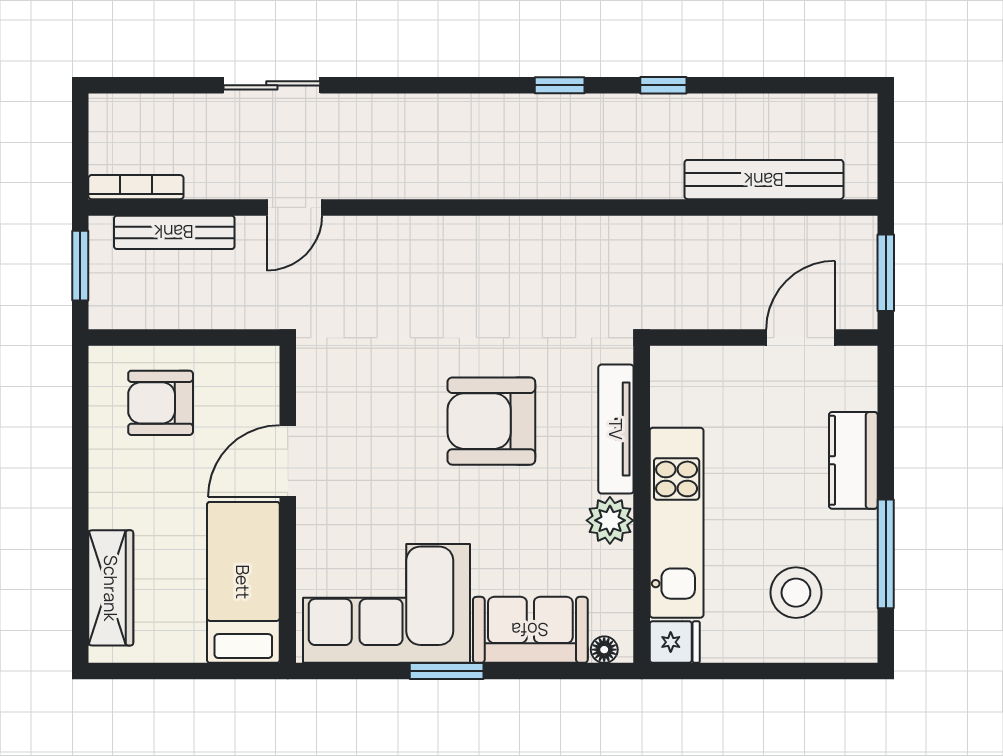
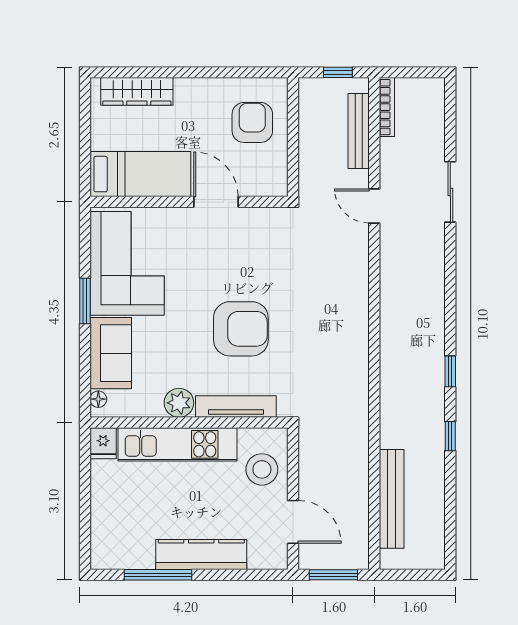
window: (80, 266) -> (338, 72), width x0.67
armchair: (491, 421) -> (241, 329), turned 90
kitchen counter: (853, 460) -> (201, 555), width x1.50
stool: (796, 593) -> (262, 469), moved

